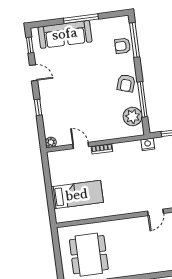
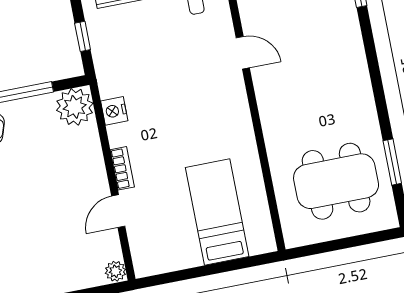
plant: (133, 116) -> (75, 107), moved
nightstand: (148, 144) -> (114, 111), moved

